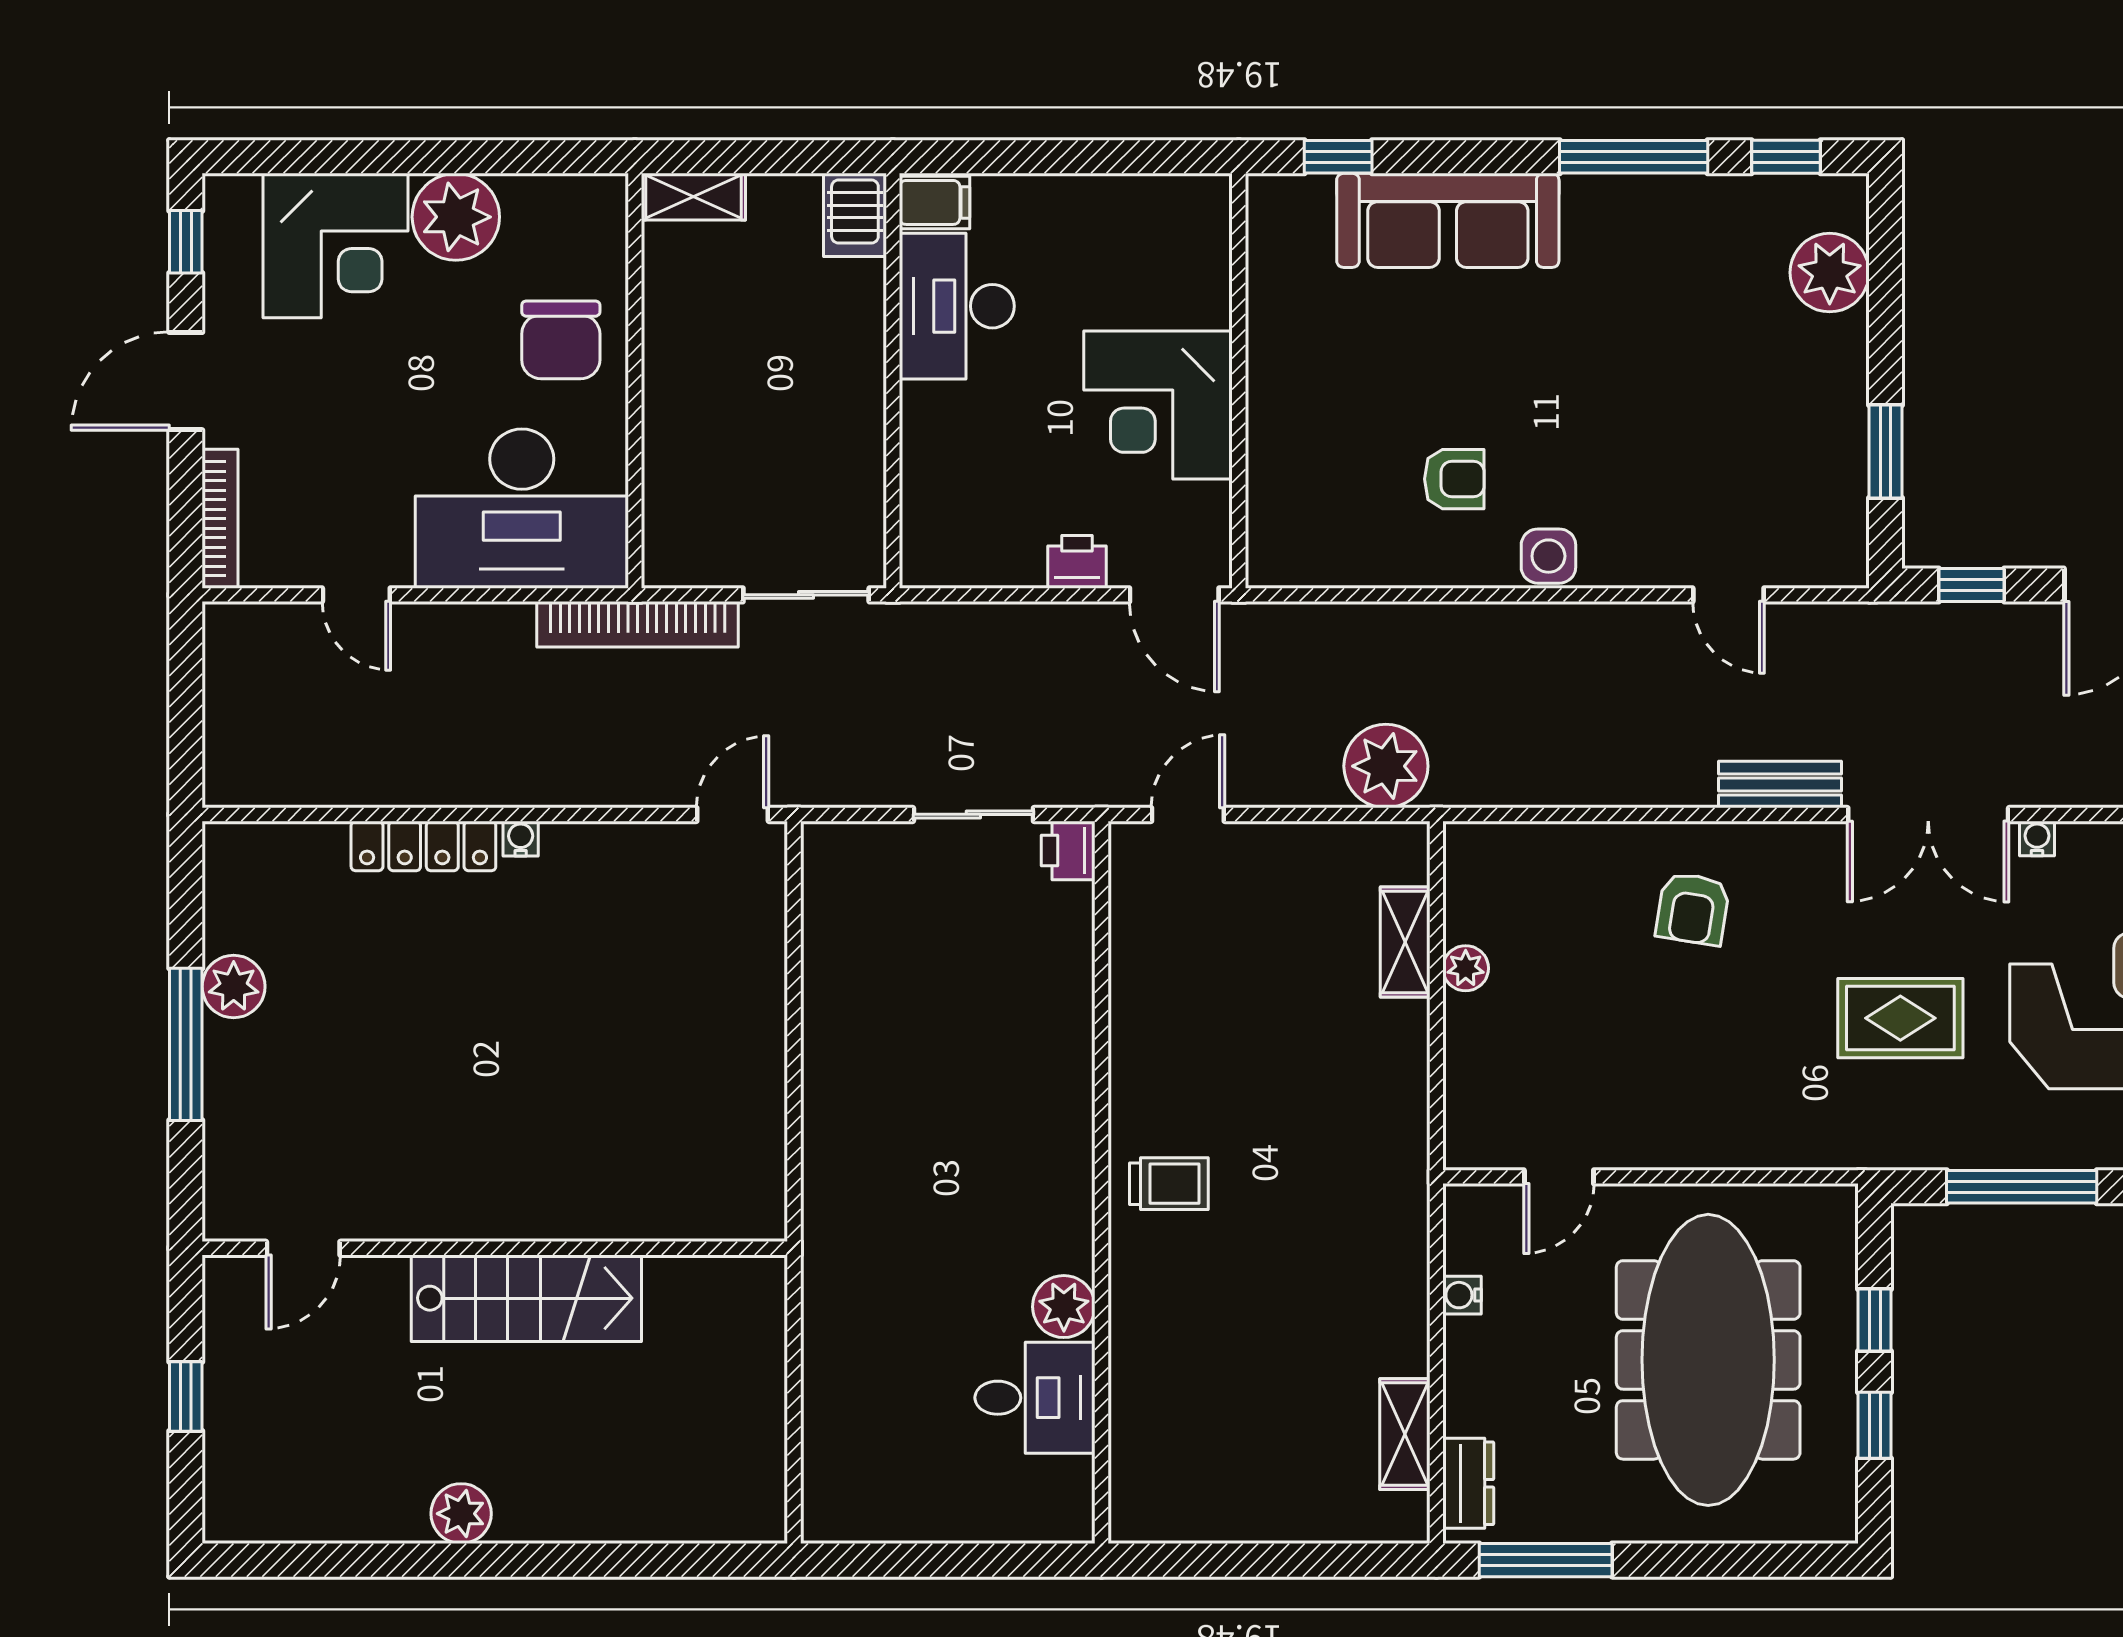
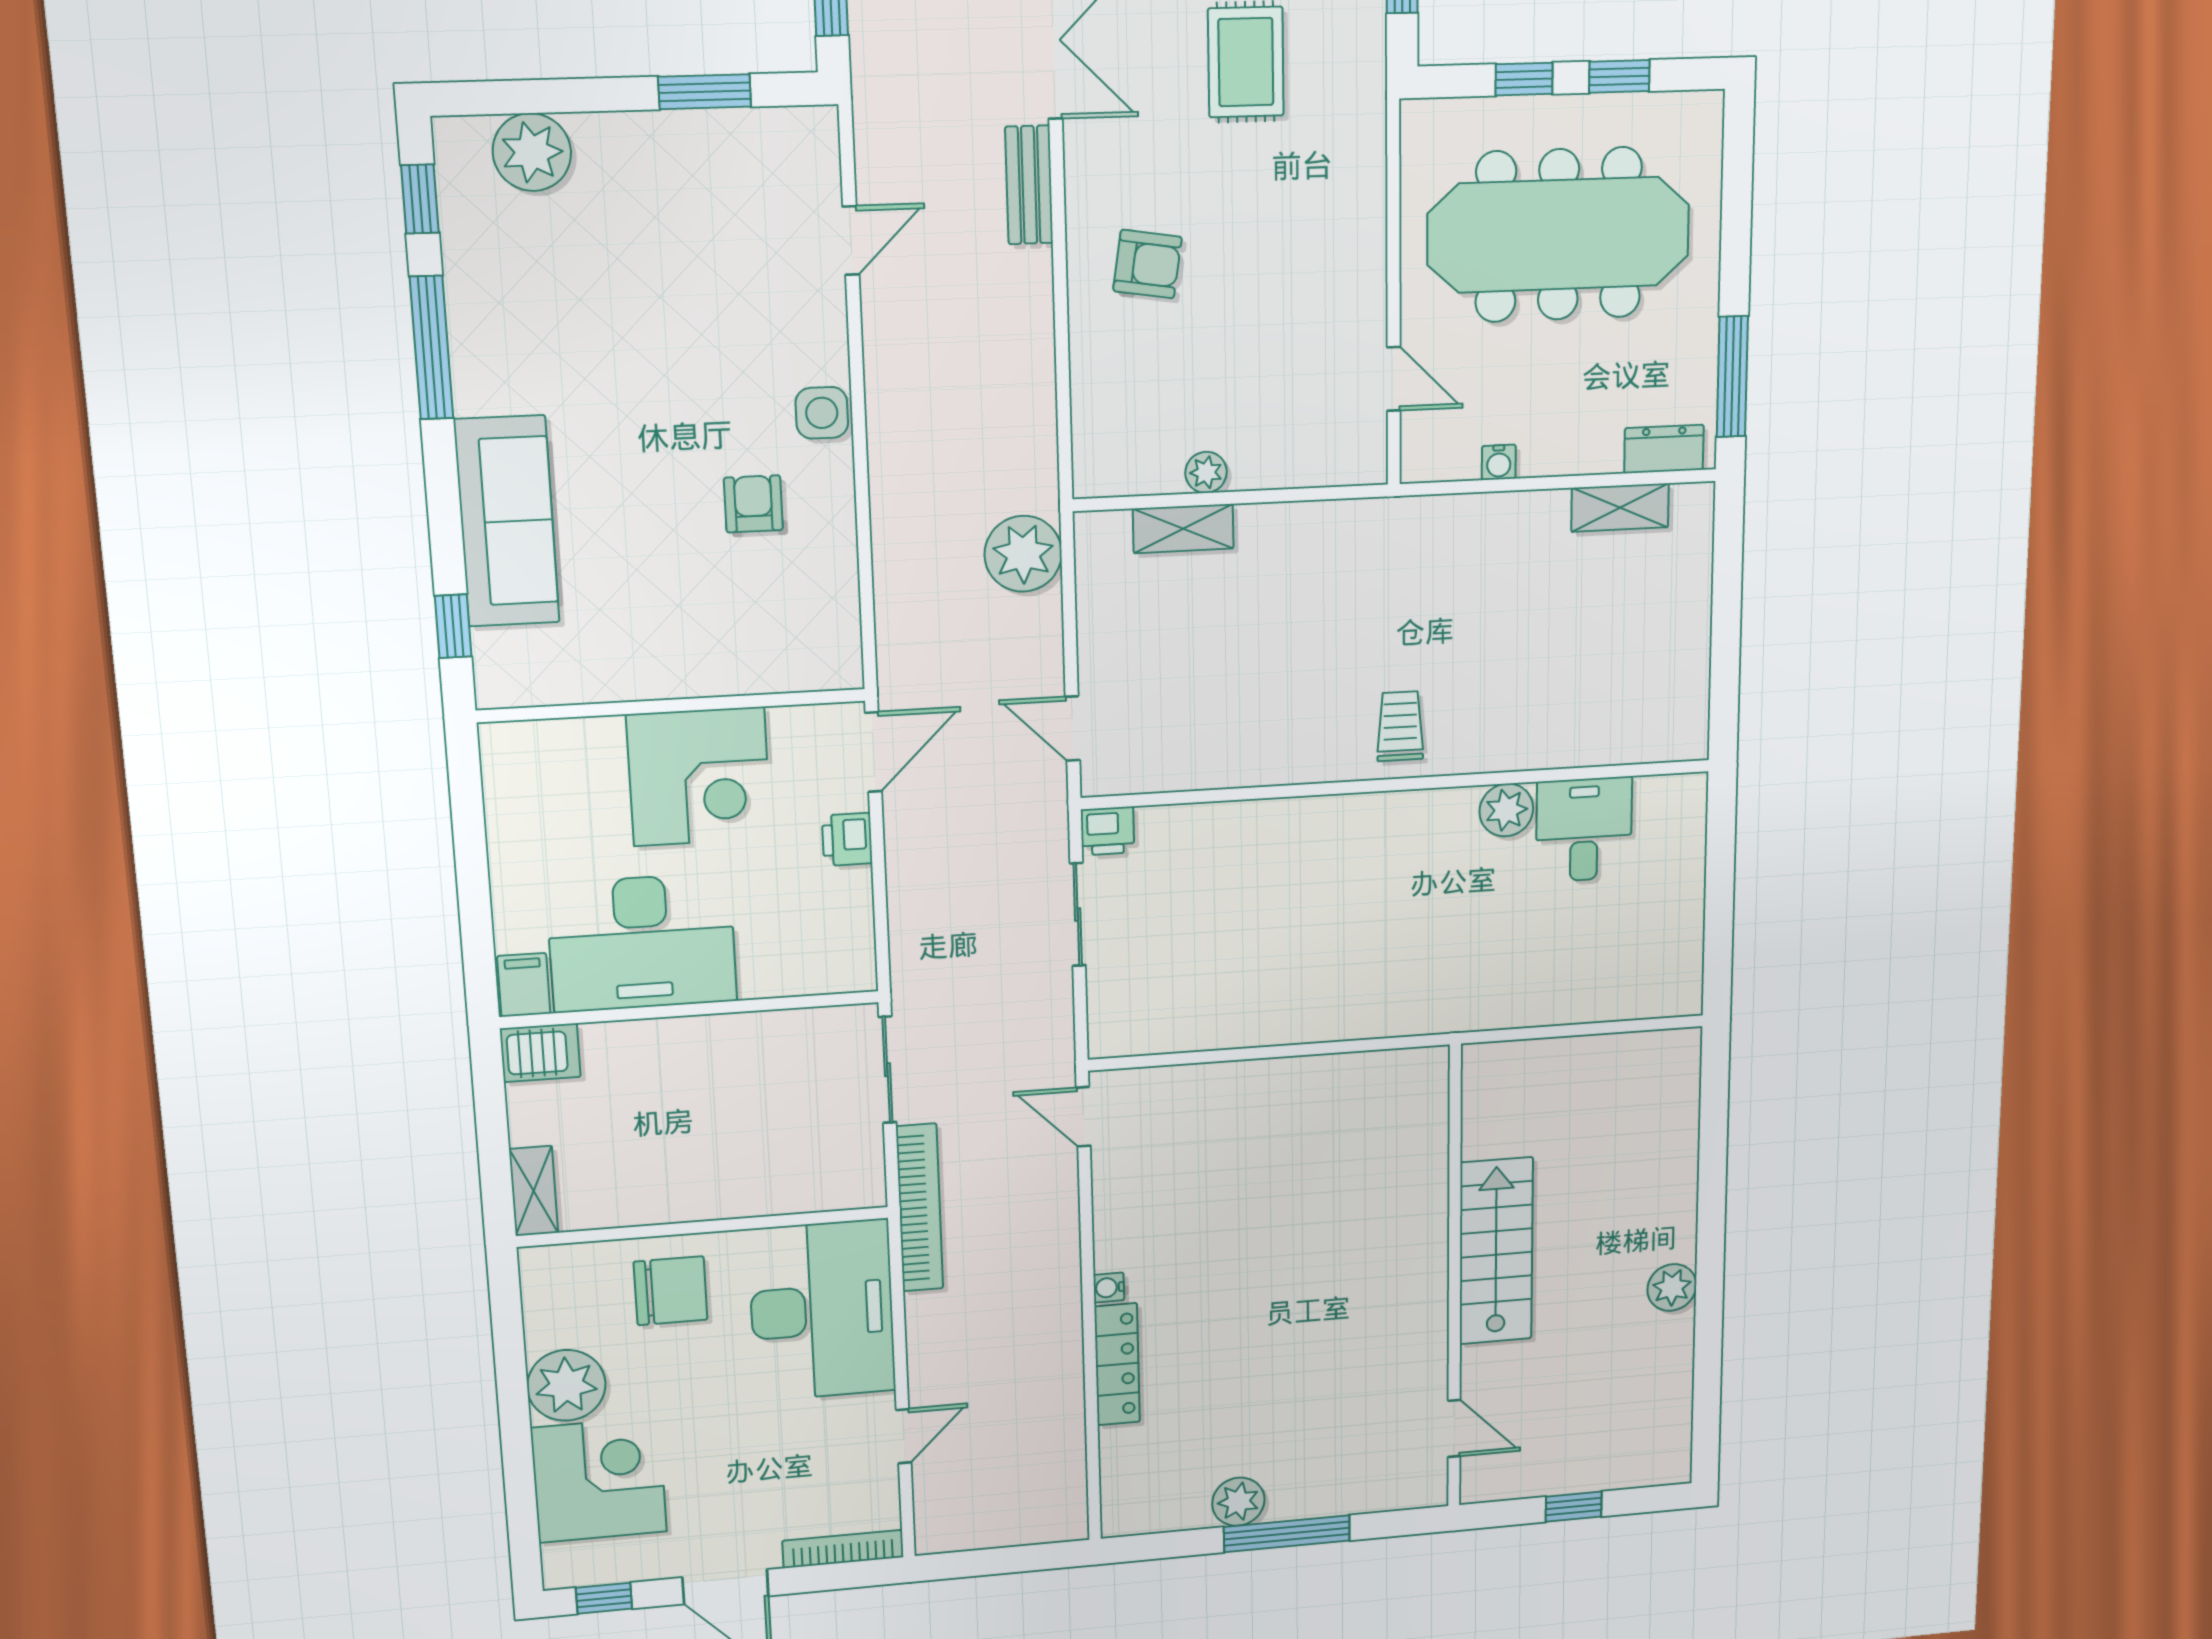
desk: (957, 306) -> (642, 943), width x1.36, depth x1.30

